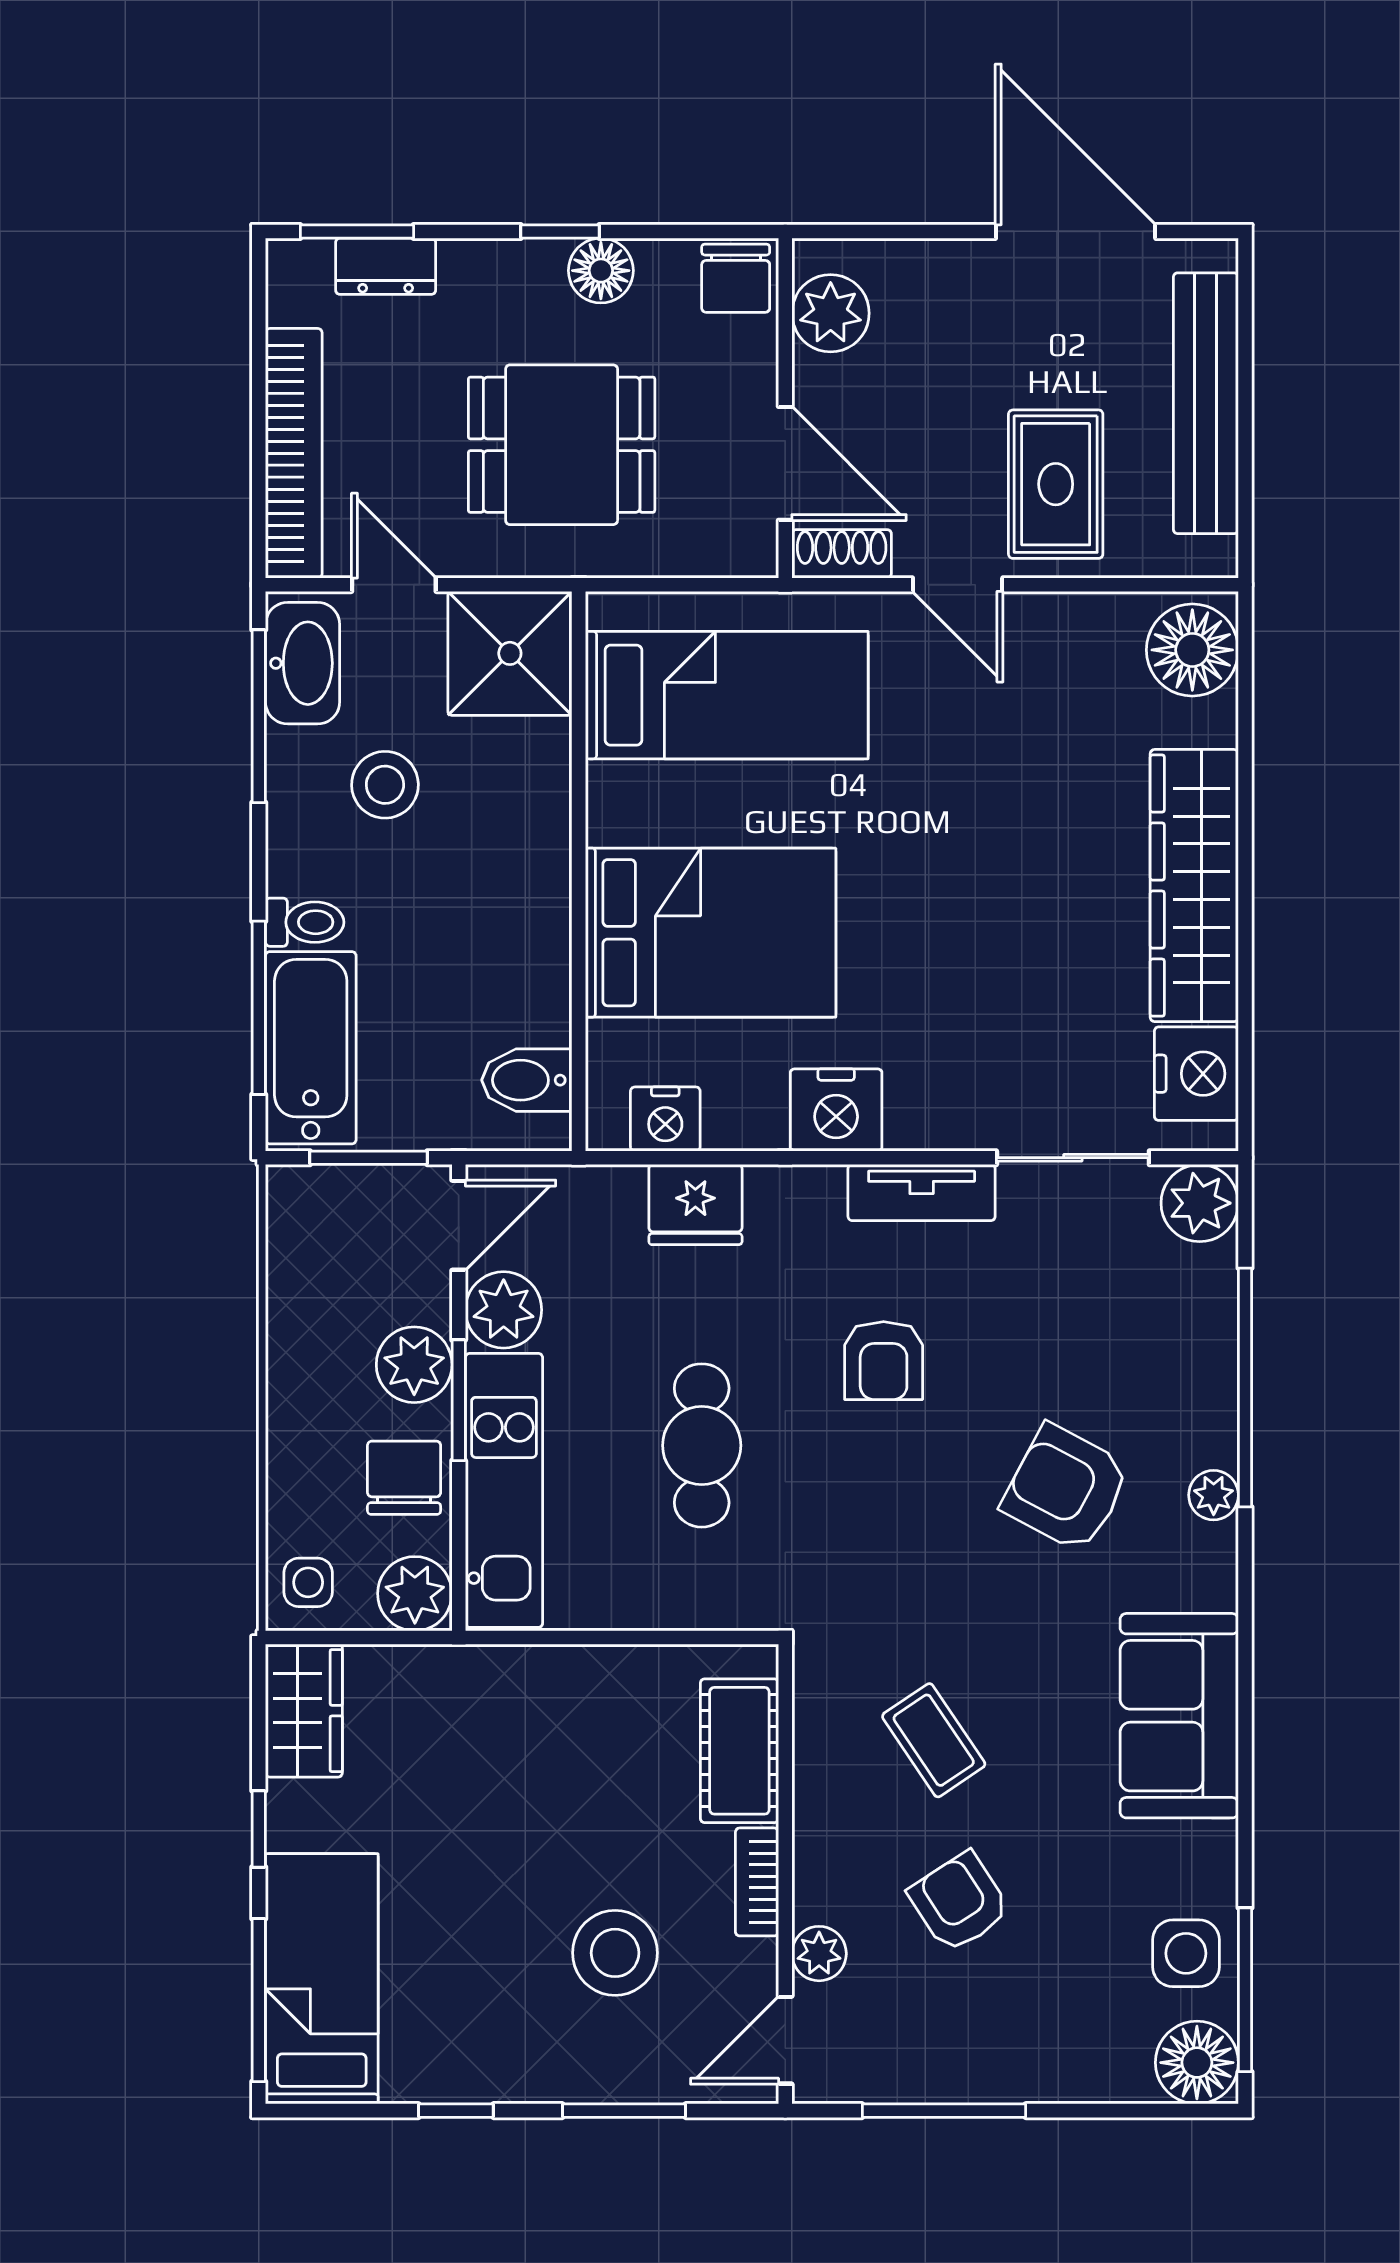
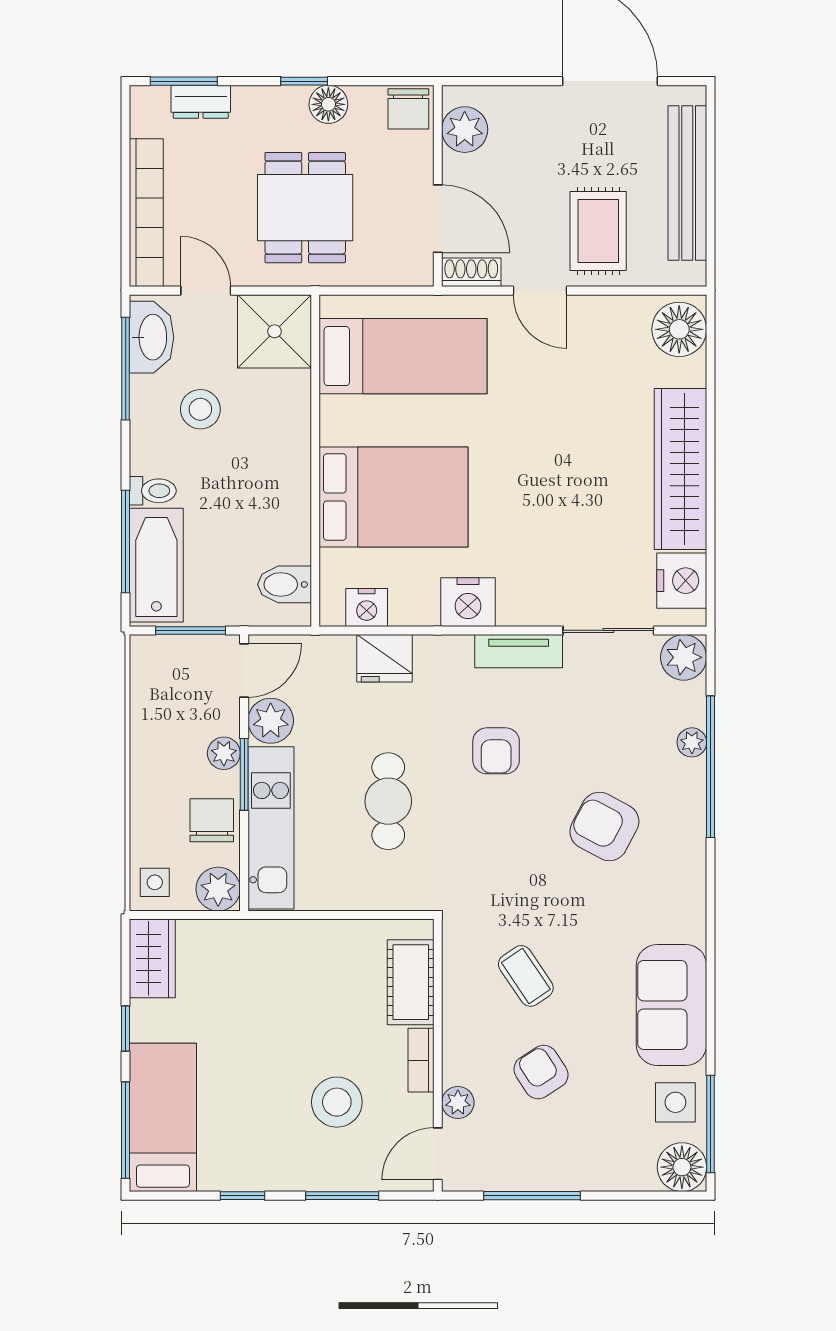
dining table: (562, 445) -> (305, 208), turned 90
plant: (414, 1365) -> (224, 753), width x0.73, depth x0.73
plant: (1214, 1495) -> (692, 742), moved
sofa: (1179, 1716) -> (671, 1005), moved

